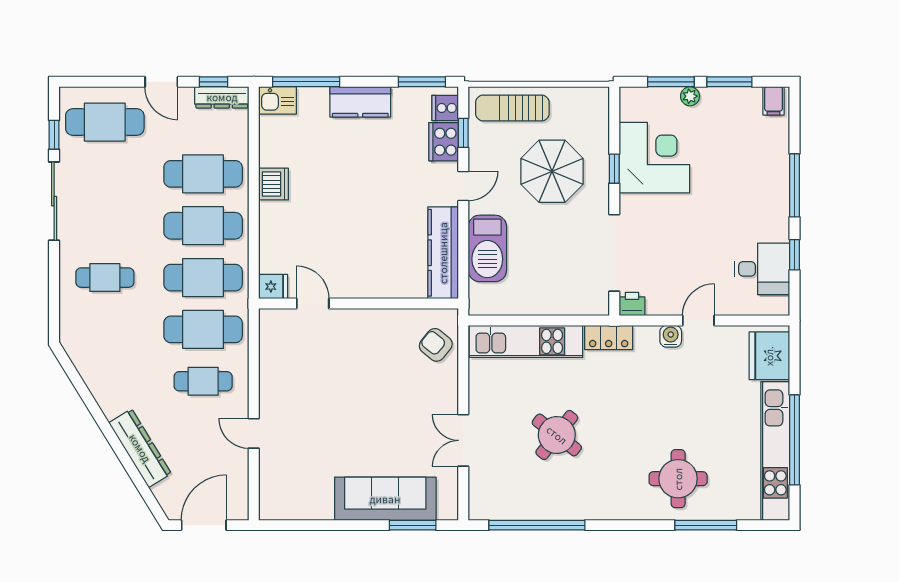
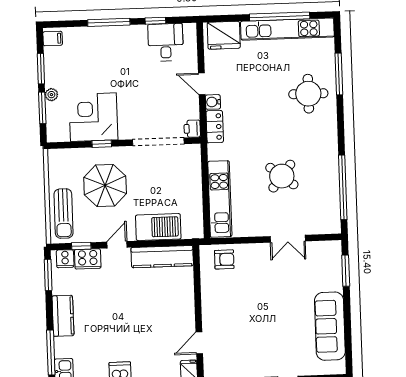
door: (463, 186) -> (117, 245), hinge flipped
locker: (609, 338) -> (215, 127), moved
armchair: (436, 345) -> (224, 259), turned -129
sofa: (385, 499) -> (330, 326), moved

